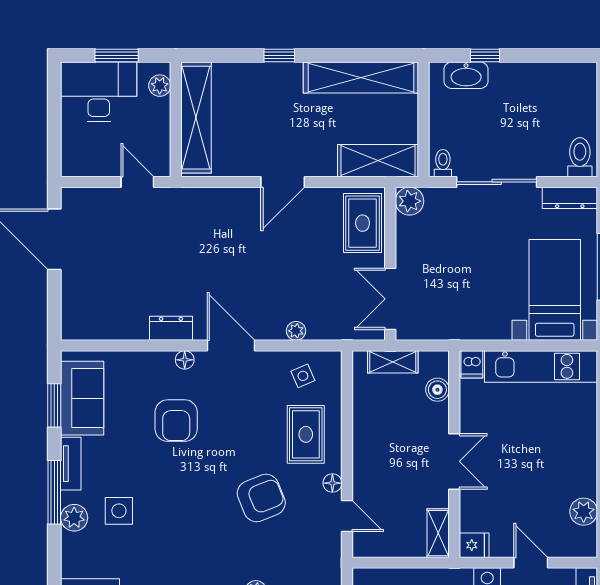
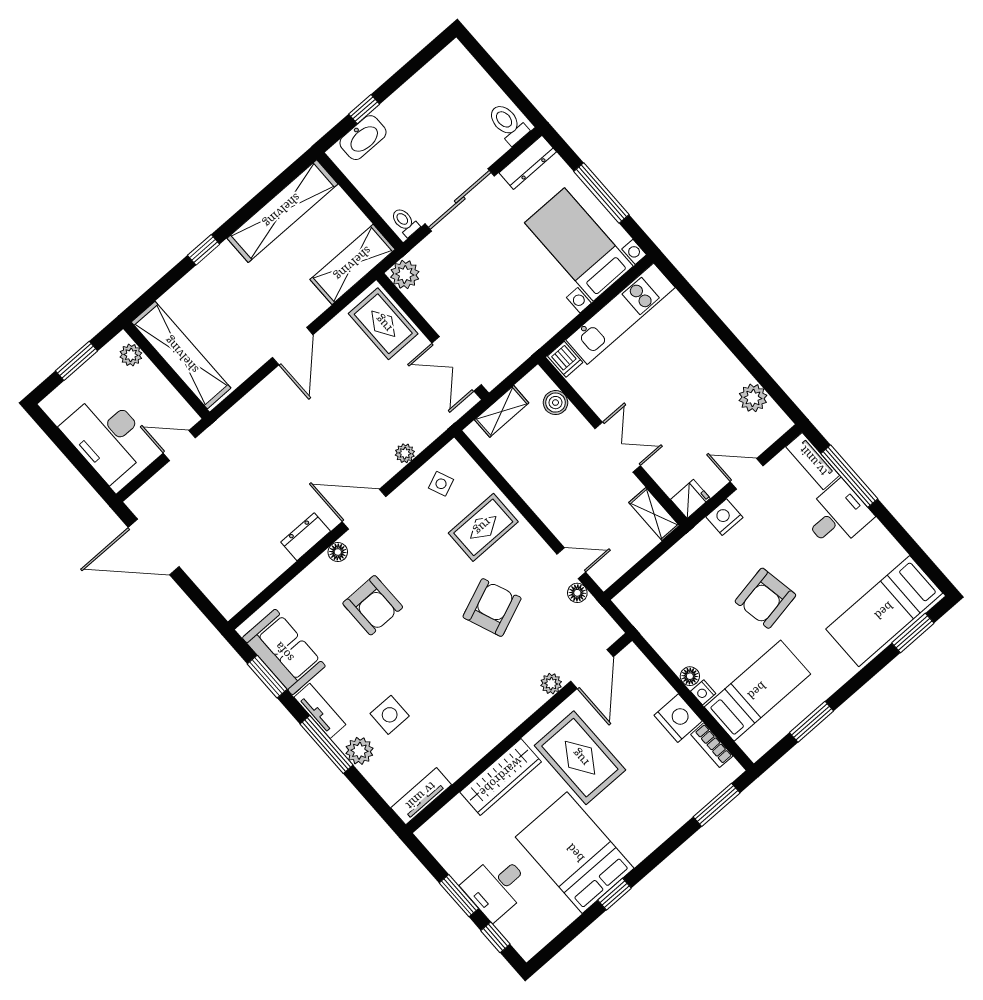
desk: (99, 92) -> (107, 436), moved, turned -90
rug: (306, 434) -> (483, 527), turned 90
floor lamp: (332, 483) -> (577, 593), moved

